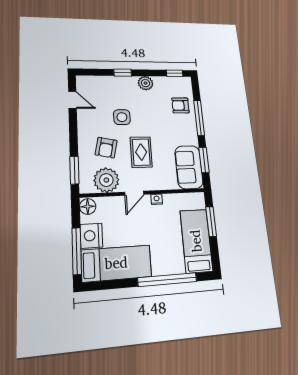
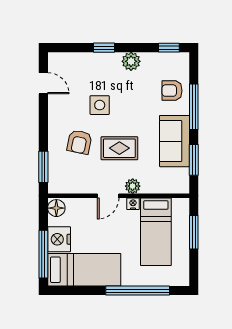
rug: (141, 152) -> (119, 148), turned 90
sofa: (189, 167) -> (174, 141), moved
plant: (106, 180) -> (133, 186), moved, width x0.53, depth x0.53
bed: (196, 241) -> (156, 232), moved, turned 180

